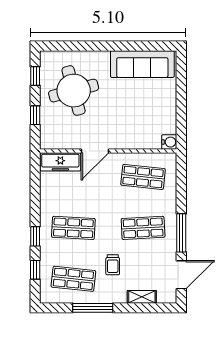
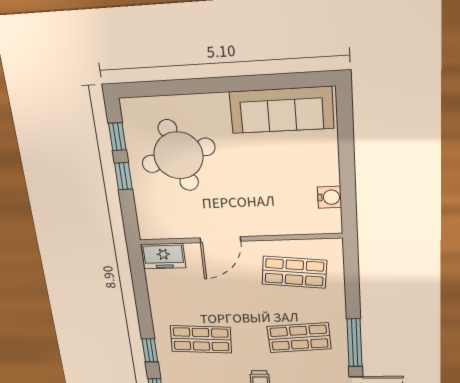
window: (35, 115) -> (123, 176), moved
water cooler: (169, 142) -> (330, 197), moved
freezer: (60, 162) -> (163, 256), width x0.71

